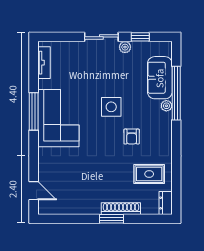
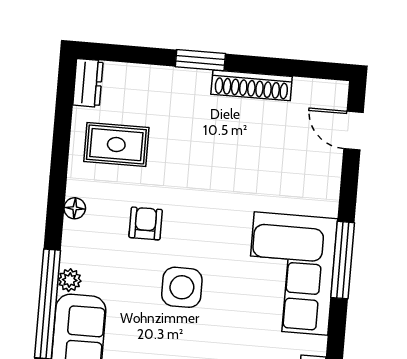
window: (34, 111) -> (343, 260), moved
floor lamp: (167, 141) -> (75, 208), added
shoe rack: (121, 209) -> (252, 85), moved

